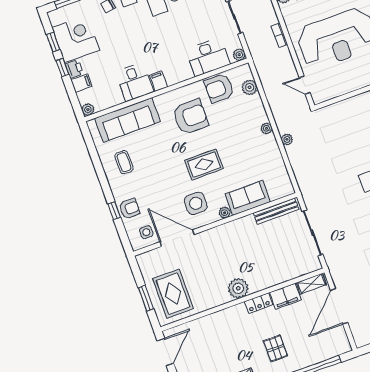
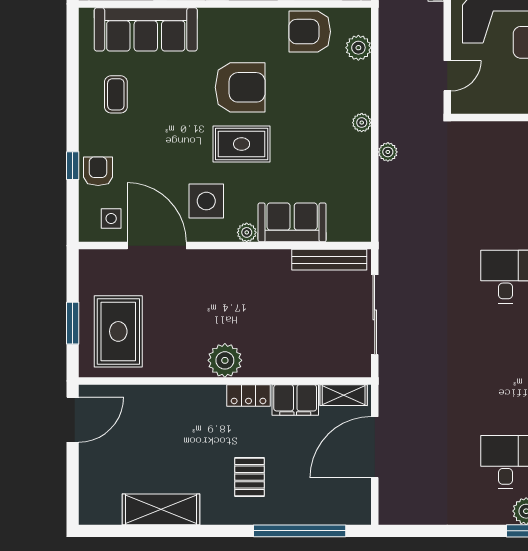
door: (305, 85) -> (447, 76), swing flipped
armchair: (190, 117) -> (240, 87), moved
armchair: (130, 209) -> (98, 171), turned -90

